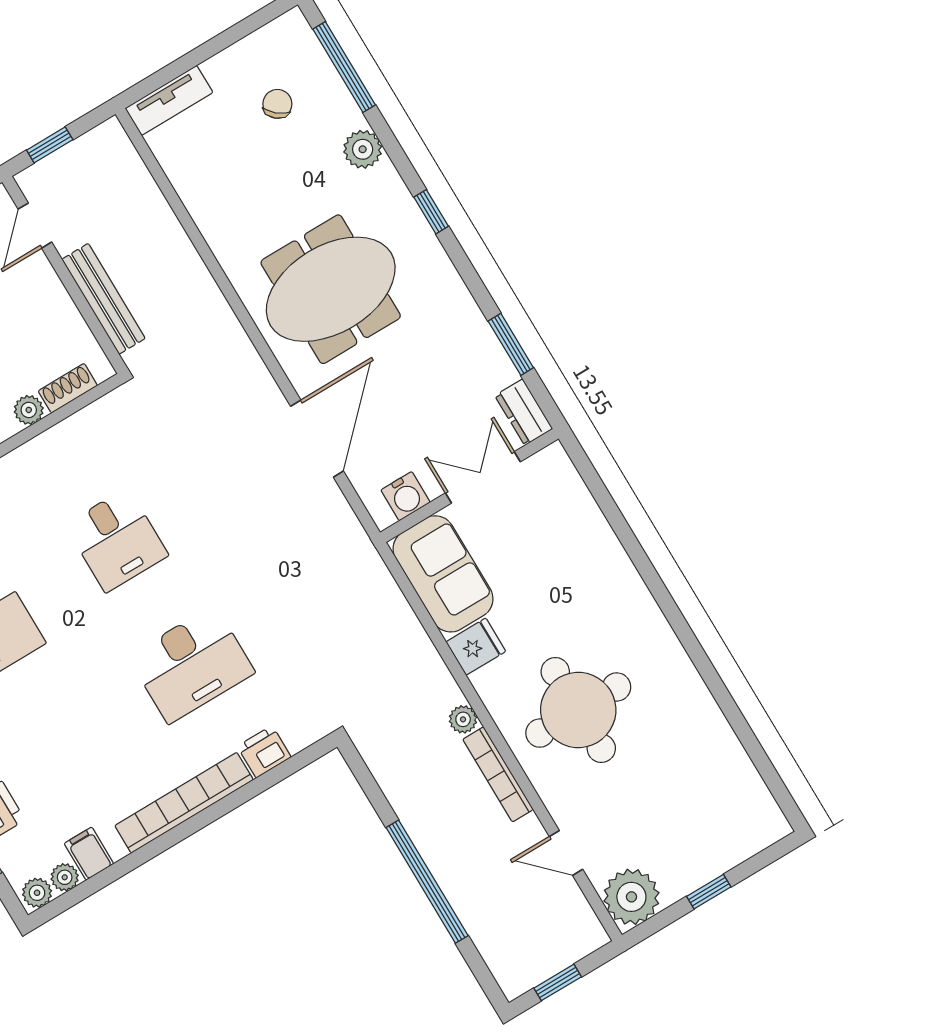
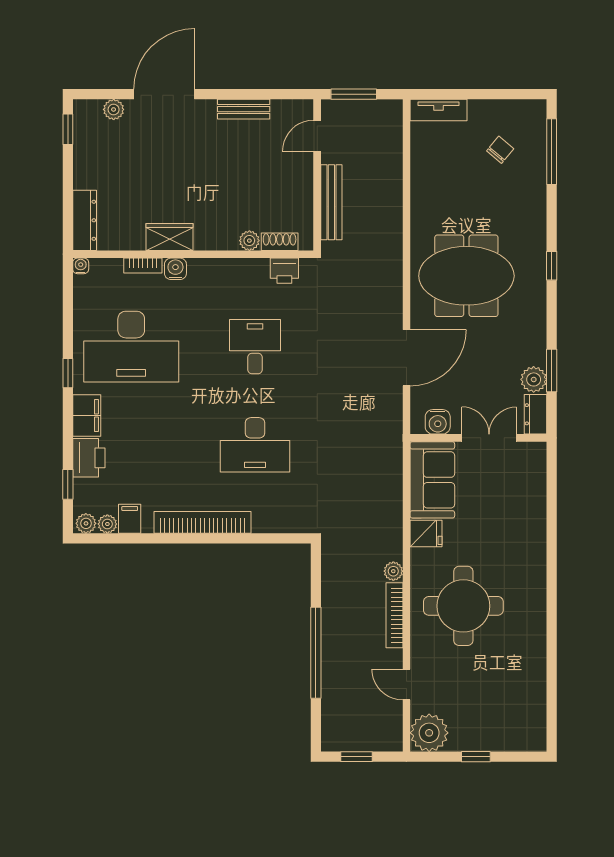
window: (50, 145) -> (354, 94), width x1.50
plant: (363, 149) -> (534, 379), moved
desk: (117, 540) -> (255, 347), turned 180
printer: (264, 752) -> (284, 271), moved, turned 180

